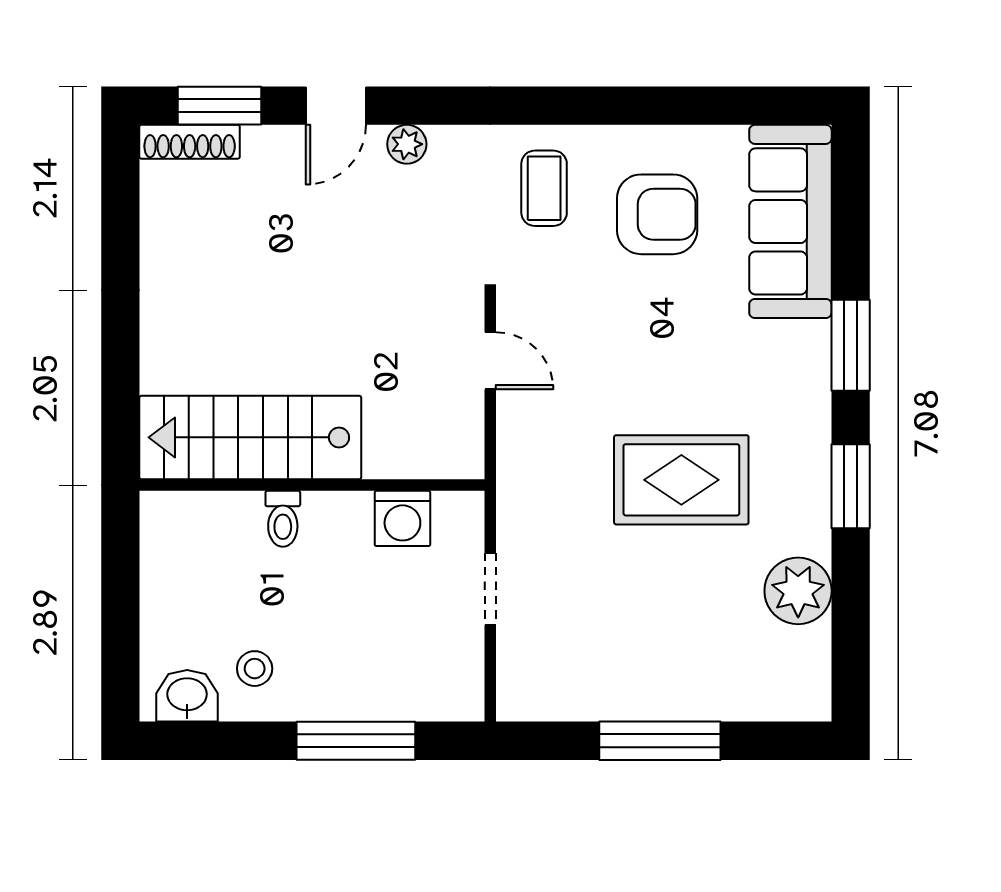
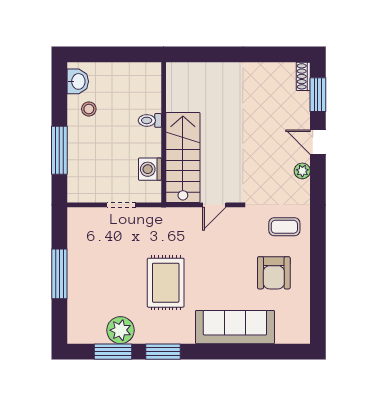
shoe rack: (190, 142) -> (303, 76), width x0.70
sofa: (790, 221) -> (235, 327), moved
window: (851, 345) -> (113, 352), moved
stairs: (250, 437) -> (183, 157), moved

